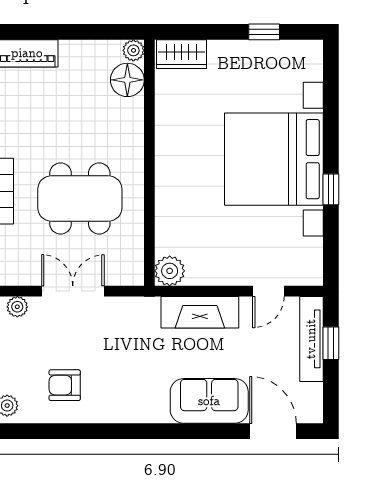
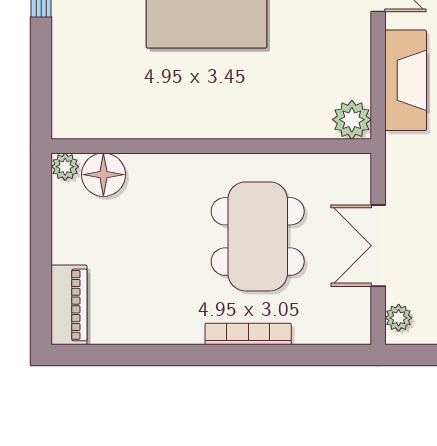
wardrobe: (182, 54) -> (70, 104), removed

